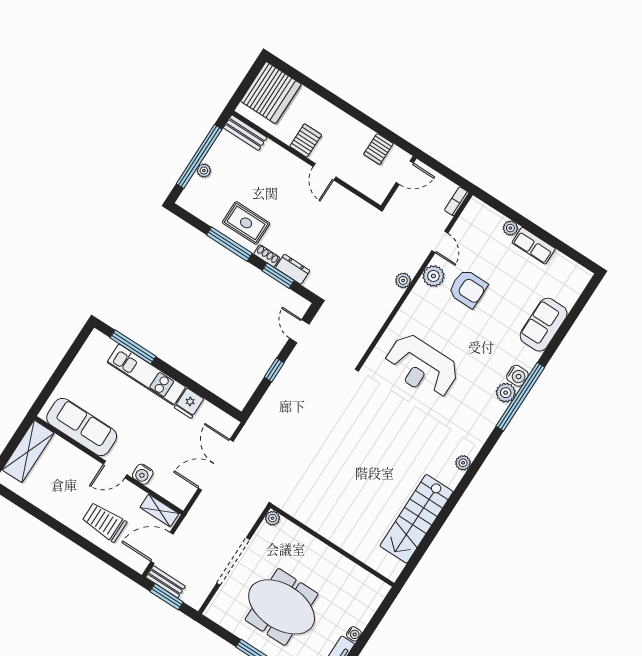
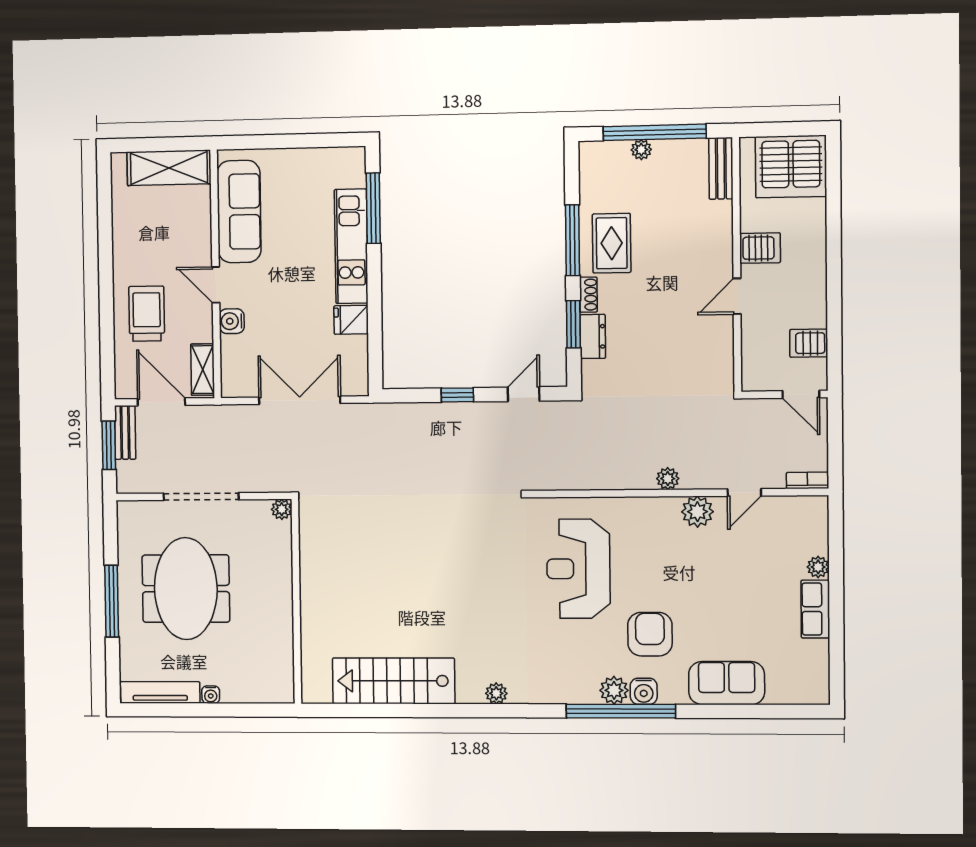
armchair: (468, 289) -> (650, 634), moved, turned 180

